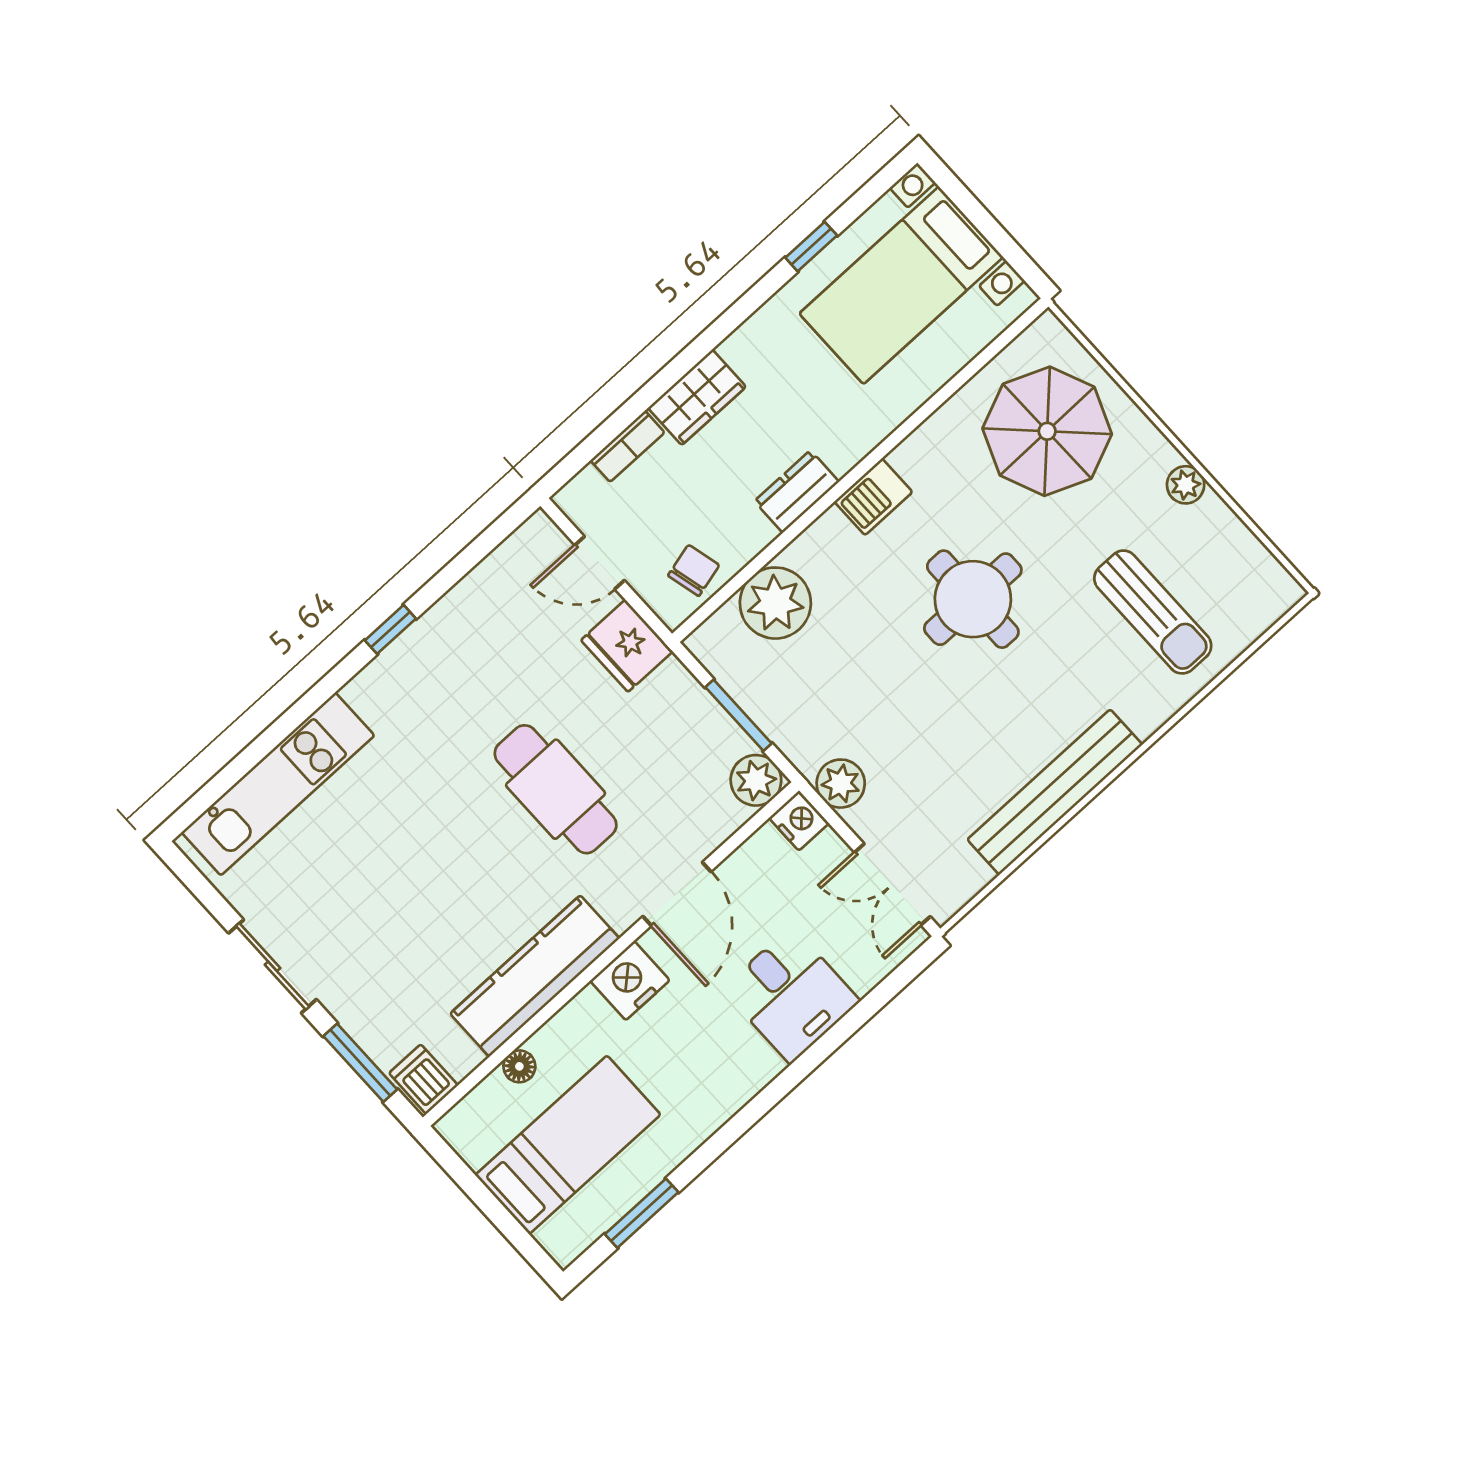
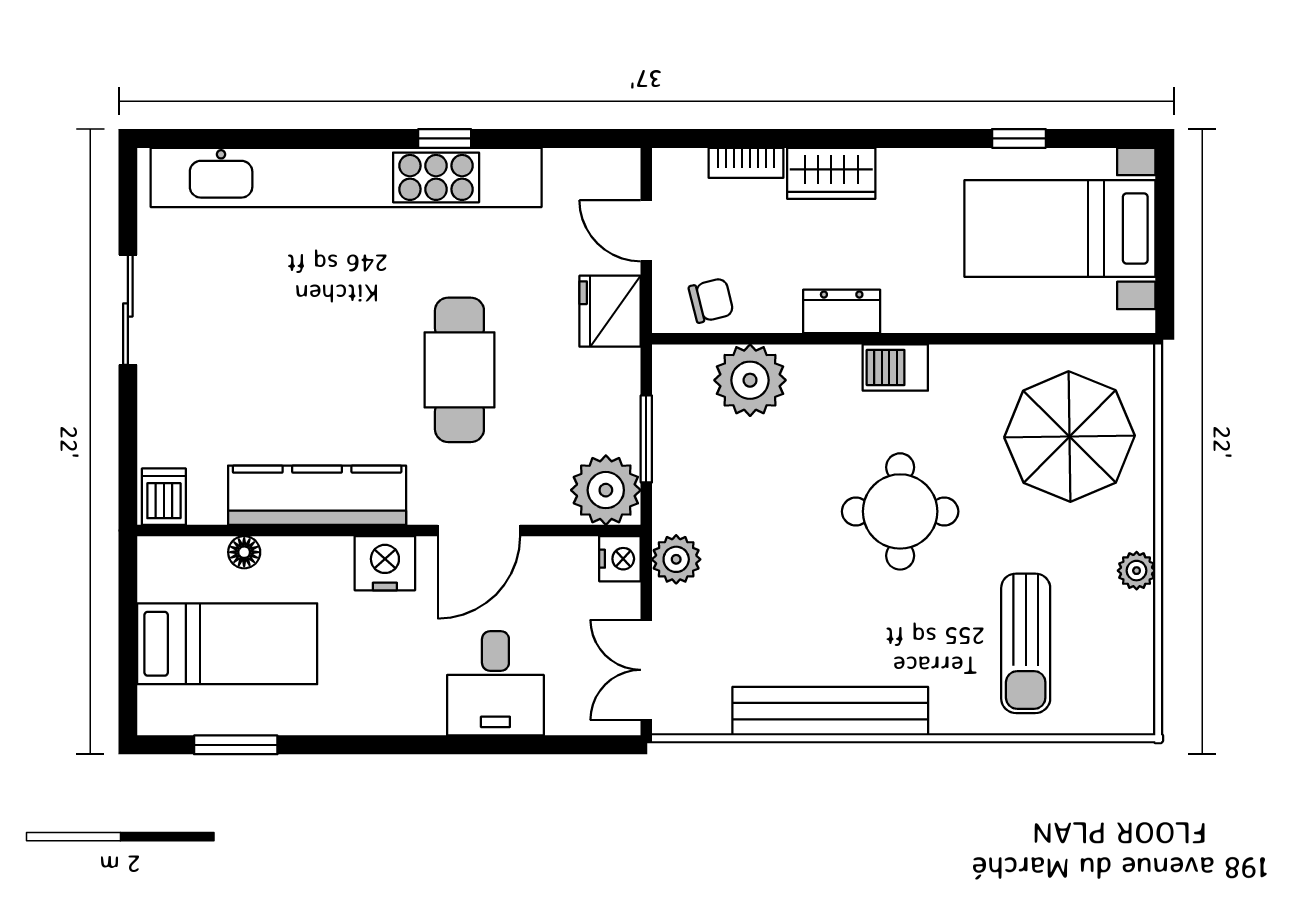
plant: (756, 780) -> (606, 490), width x1.36, depth x1.36
kitchen unit: (278, 784) -> (346, 177), width x1.86
window: (360, 1063) -> (128, 441), removed

